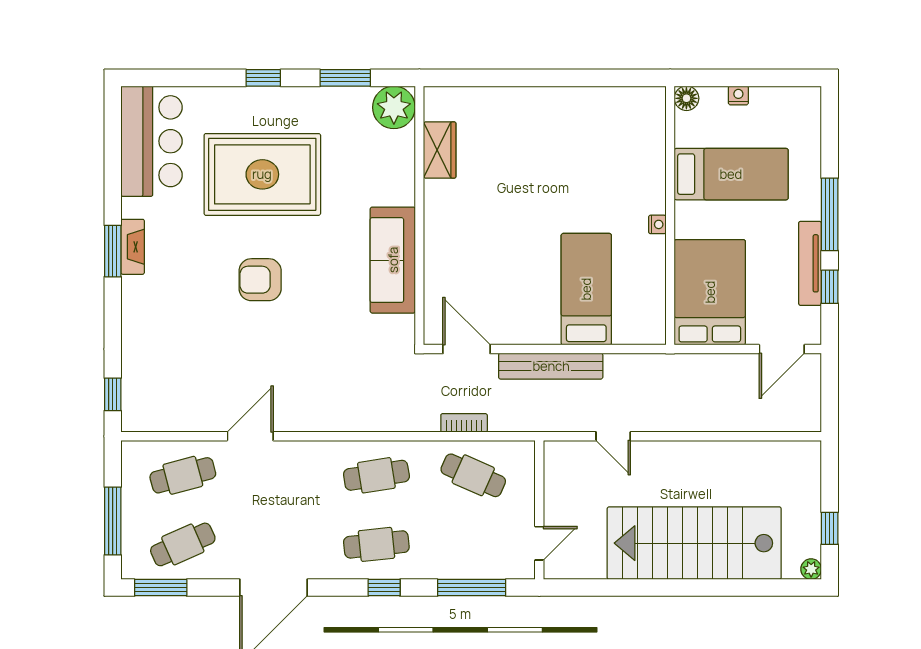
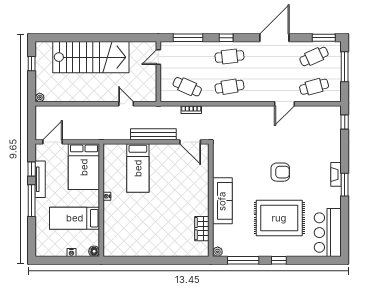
window: (345, 78) -> (243, 260), width x1.44
plant: (394, 107) -> (218, 252), width x0.53, depth x0.53
fireplace: (133, 247) -> (336, 174), moved
sofa: (393, 260) -> (222, 201), moved
plant: (811, 569) -> (40, 97), moved

